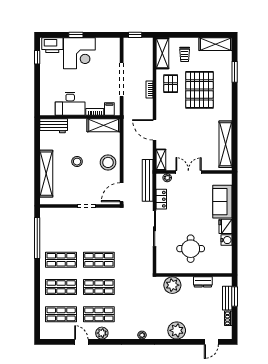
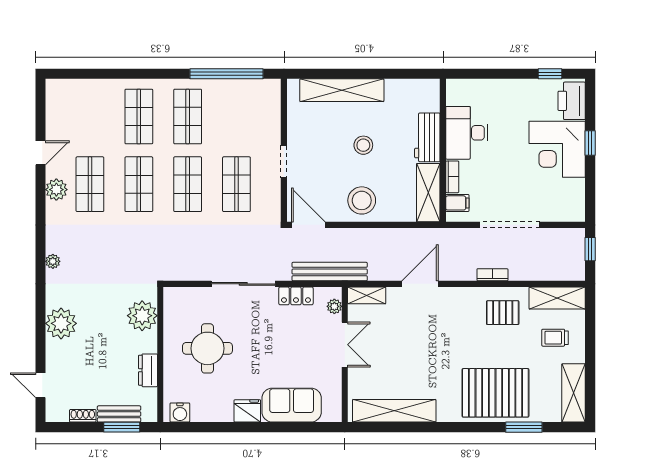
pallet: (199, 90) -> (495, 393), moved
workbench: (54, 126) -> (427, 137), moved
water cooler: (226, 240) -> (180, 412), moved
shop shelf: (61, 314) -> (236, 184), moved

